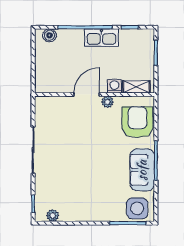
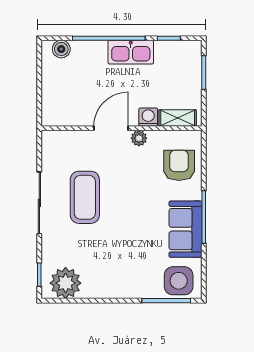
armchair: (137, 122) -> (179, 165), width x0.73, depth x0.73
coffee table: (67, 146) -> (85, 197), added
plant: (53, 215) -> (66, 283), width x1.88, depth x1.88

